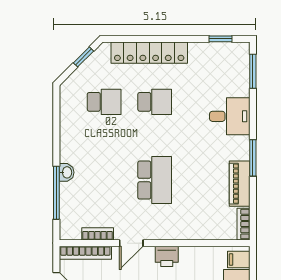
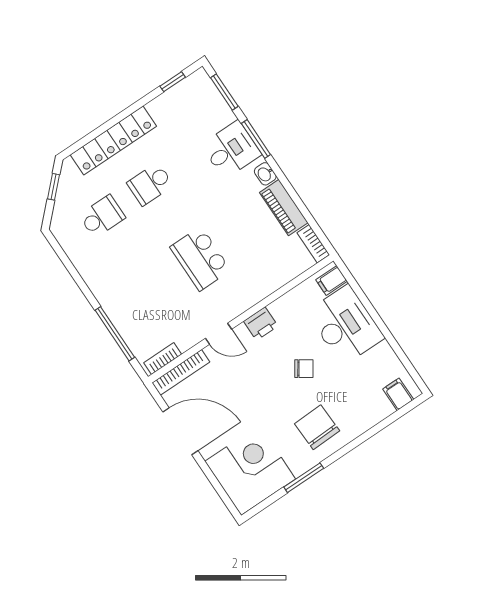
school desk: (155, 102) -> (150, 184), turned 180
window: (253, 158) -> (256, 139), moved
washbasin: (67, 172) -> (265, 174), moved, turned 180
school desk: (155, 180) -> (200, 259), turned 180
bookcase: (98, 234) -> (163, 358), moved
door: (131, 243) -> (218, 334), hinge flipped

